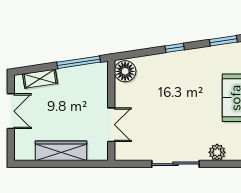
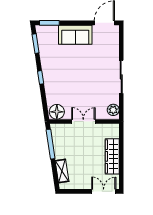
double door: (11, 111) -> (104, 191), moved
double door: (111, 125) -> (83, 122), moved
plant: (217, 152) -> (113, 110), moved

